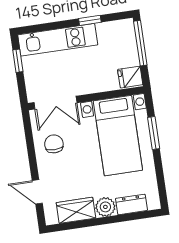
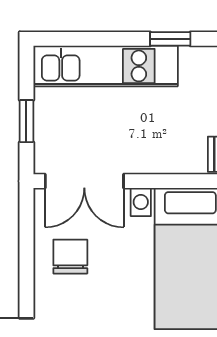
window: (18, 61) -> (26, 121), moved

